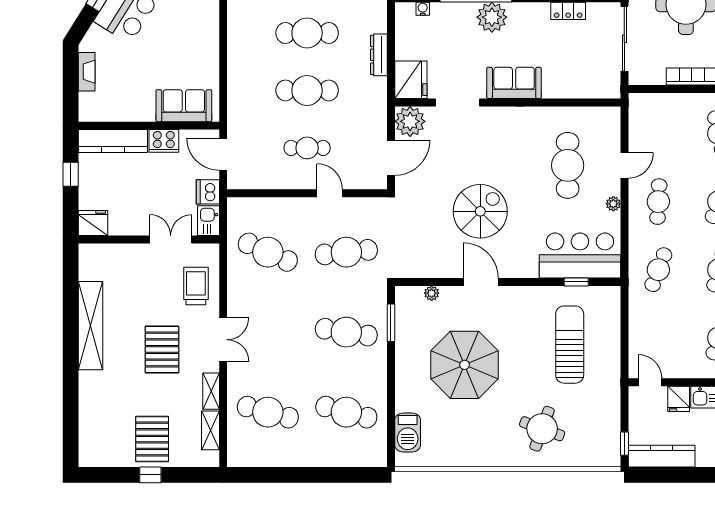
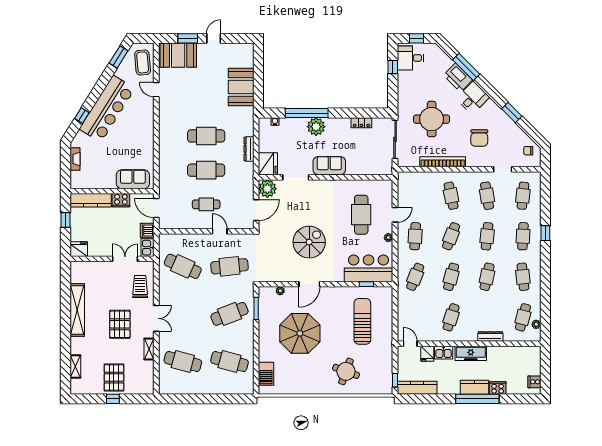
door: (481, 282) -> (309, 284), swing flipped
cafe table: (346, 332) -> (229, 314), turned -30
shelving: (210, 430) -> (75, 366), moved

